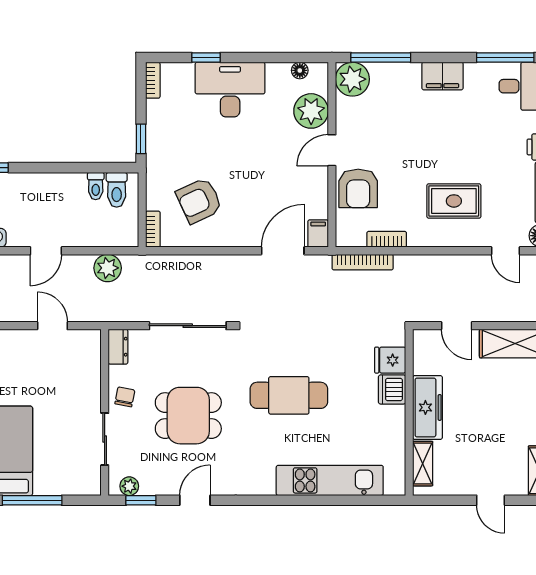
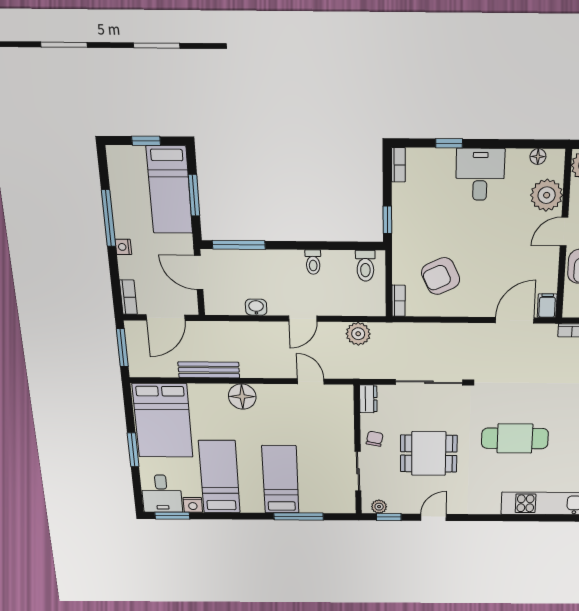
desk: (230, 90) -> (480, 174), width x0.73
toilet: (96, 186) -> (313, 262), moved

